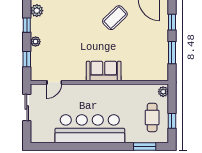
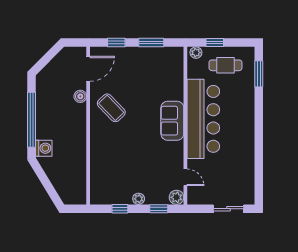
plant: (37, 11) -> (177, 197), moved
sliding door: (27, 107) -> (229, 209), moved
window: (172, 121) -> (215, 43), moved
bar counter: (90, 129) -> (203, 119), moved, turned 180

